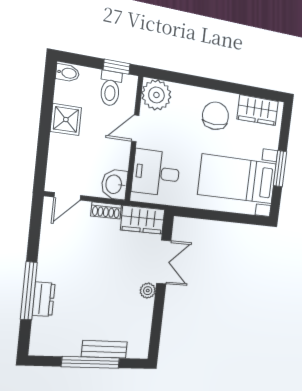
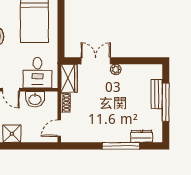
washbasin: (114, 184) -> (35, 99), moved
door: (67, 196) -> (59, 128), swing flipped
dresser: (44, 299) -> (142, 136), moved

